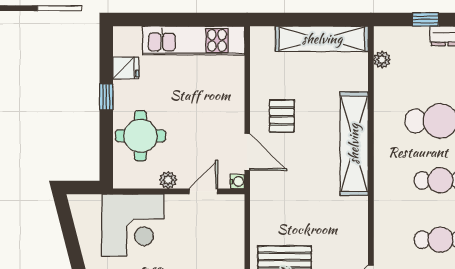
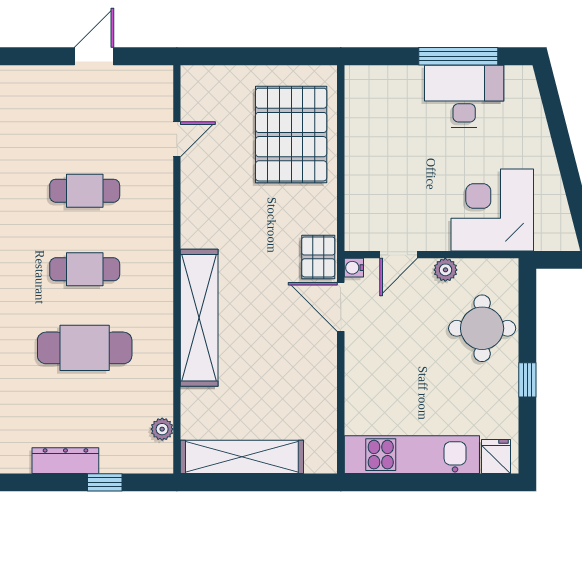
fridge: (126, 68) -> (496, 456), moved, turned 90
pallet: (282, 116) -> (318, 257), moved

